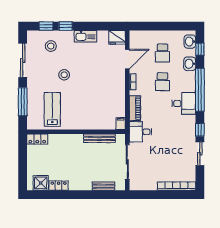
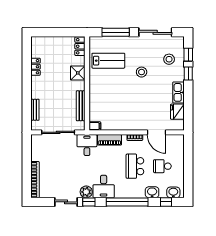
fridge: (117, 37) -> (177, 112), moved
school desk: (162, 82) -> (135, 166), width x1.85
desk: (184, 103) -> (104, 186), moved
plant: (189, 133) -> (86, 192), added
shower: (41, 183) -> (78, 73), moved

